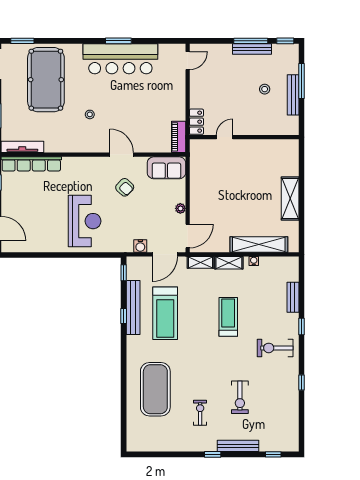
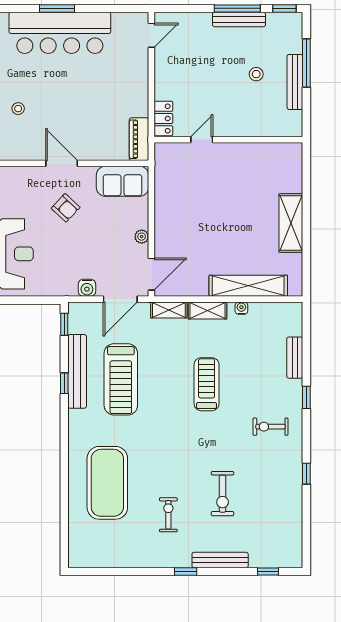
exercise bike: (275, 348) -> (270, 427), width x0.73, depth x0.72

